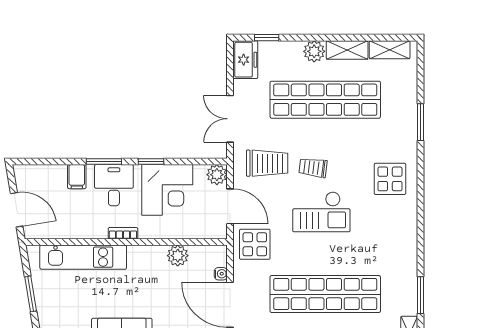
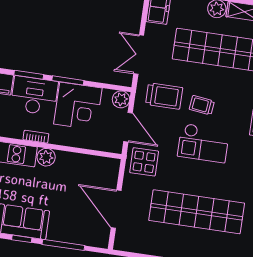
window: (151, 161) -> (68, 80), width x1.50
desk: (114, 185) -> (34, 96), width x1.37
plant: (178, 256) -> (46, 157), moved
water cooler: (221, 274) -> (112, 182), removed

